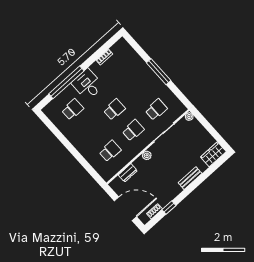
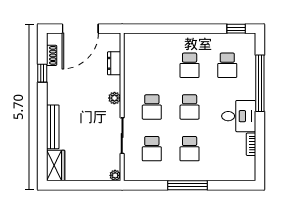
desk: (87, 85) -> (239, 116), moved
school desk: (137, 89) -> (190, 149), added
window: (48, 123) -> (236, 29), added
school desk: (110, 151) -> (190, 65), moved
bench: (190, 178) -> (53, 127), width x1.36

